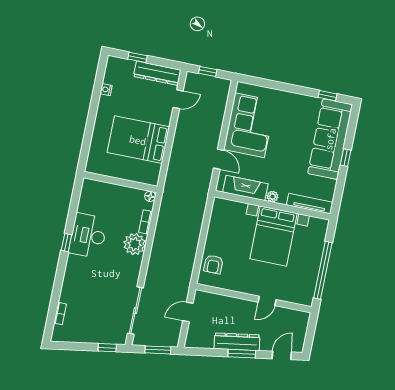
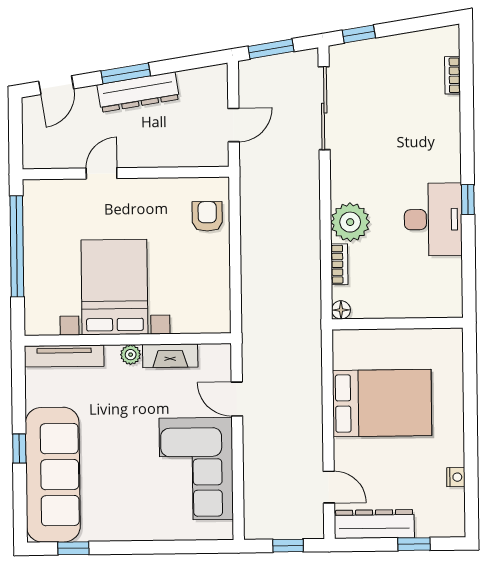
door: (178, 99) -> (329, 487), swing flipped
fireplace: (245, 188) -> (170, 356), width x0.73, depth x0.76

